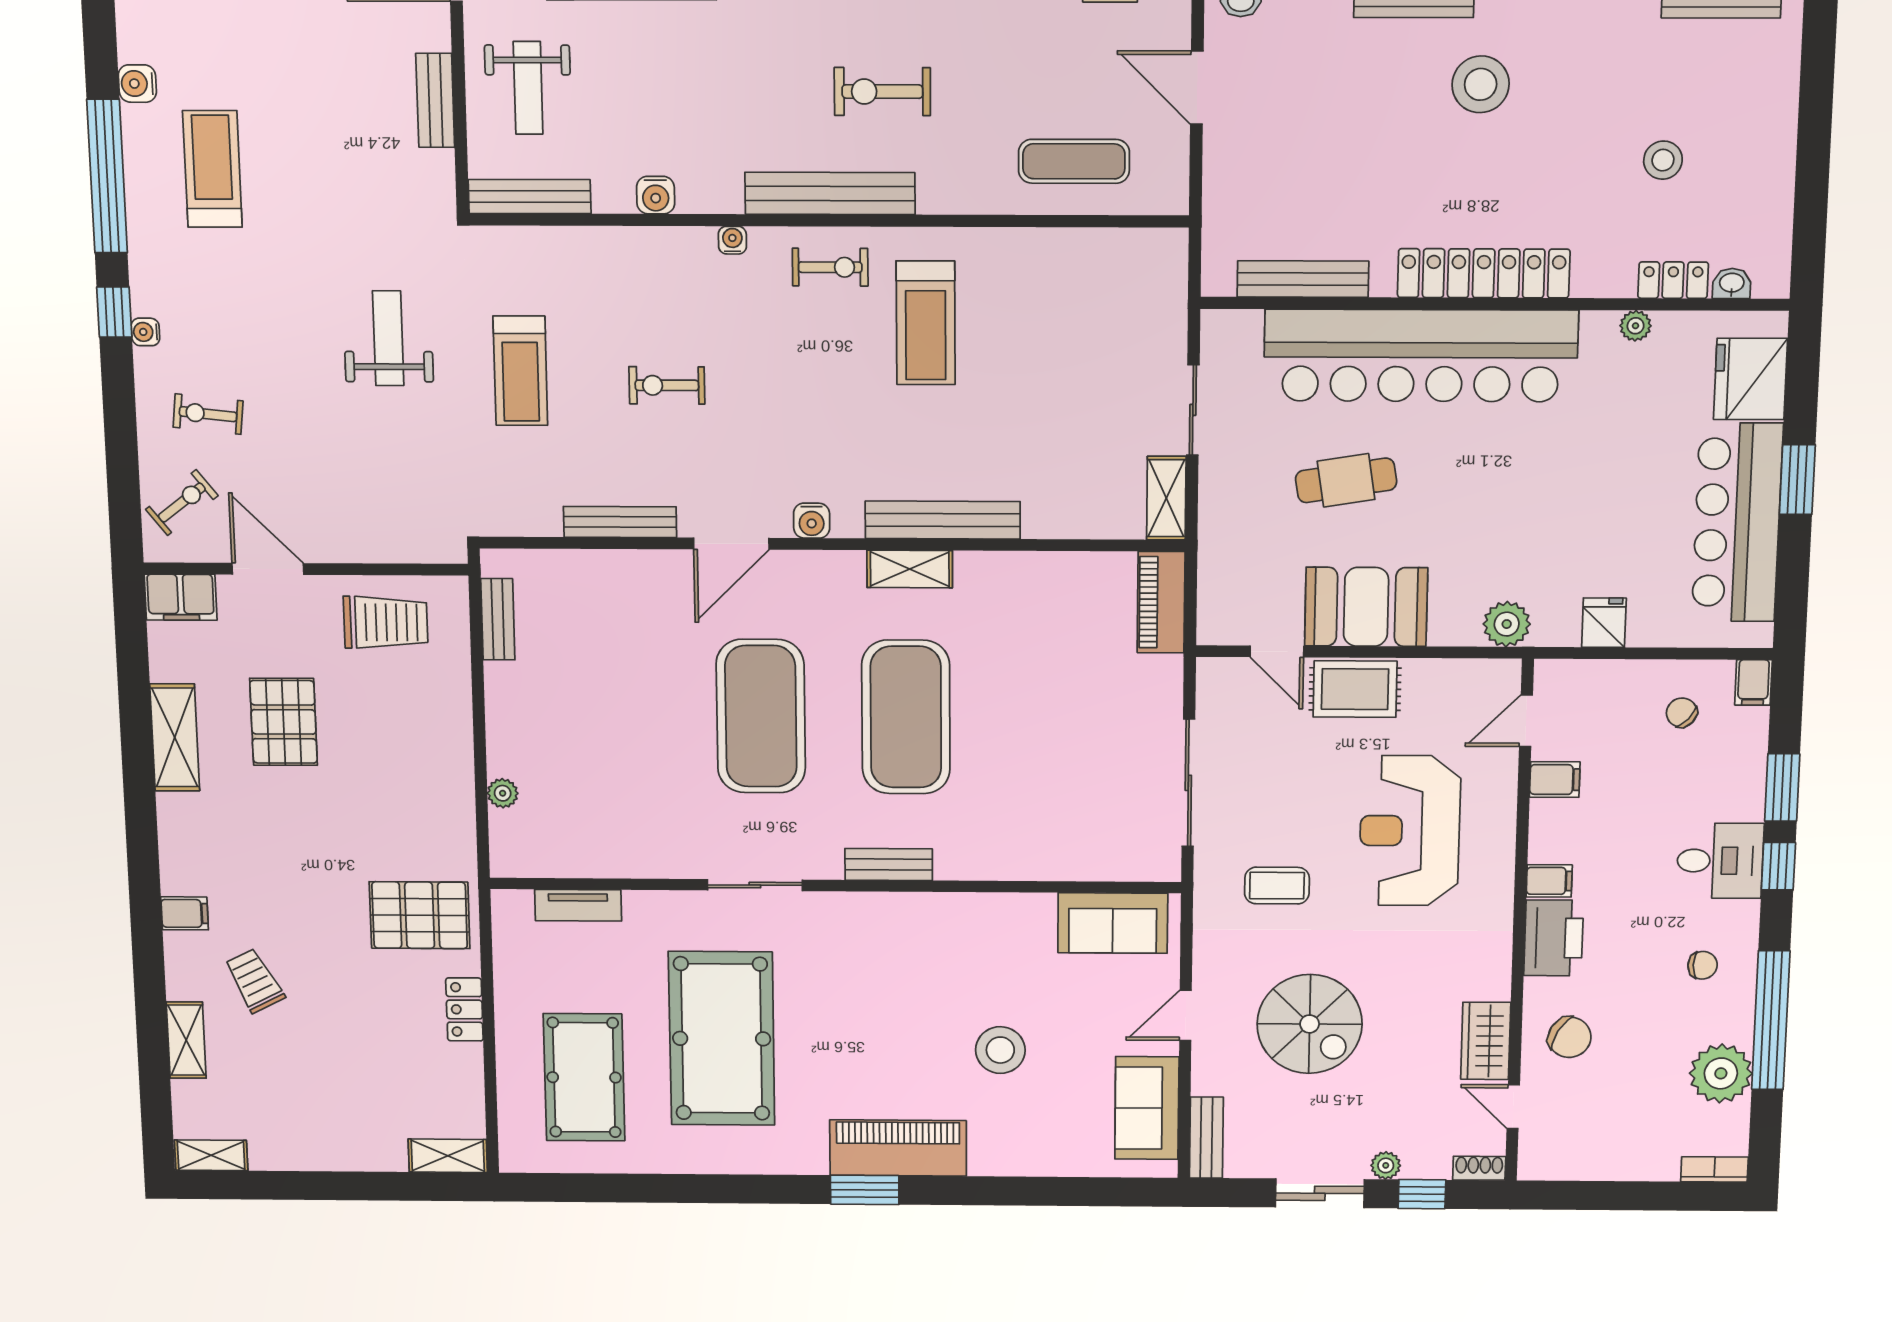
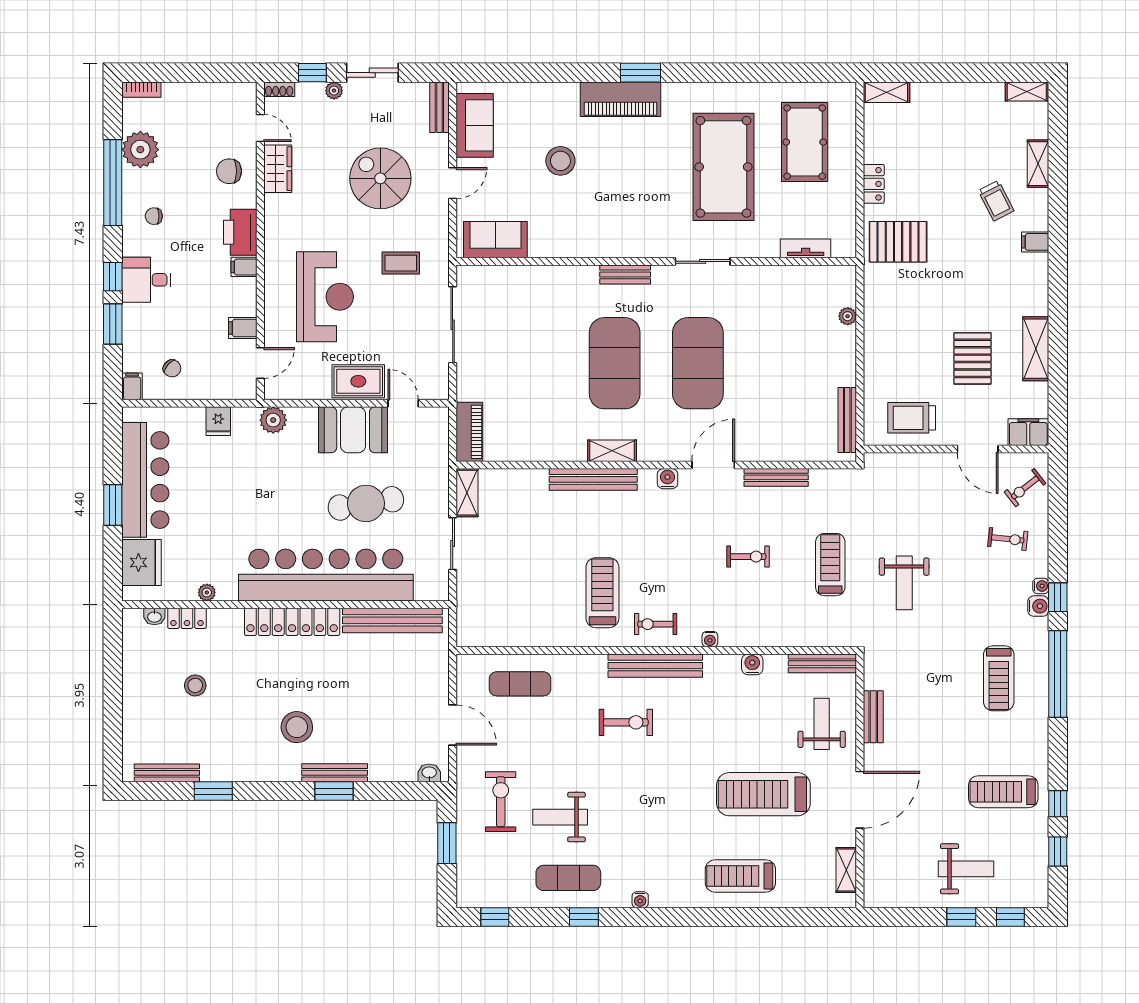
water cooler: (137, 84) -> (1038, 606), moved
bench: (1303, 279) -> (392, 620), width x1.37, depth x1.21
cafe table: (1346, 480) -> (366, 503), width x1.37, depth x1.35
bench: (498, 619) -> (847, 420), width x1.36
chair: (1570, 1037) -> (229, 171), turned -30

